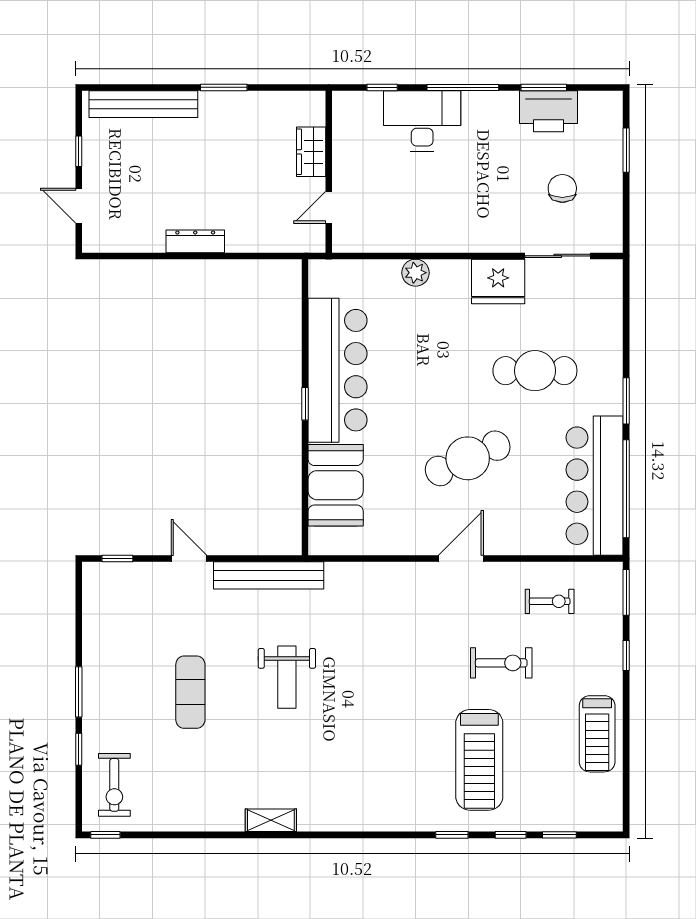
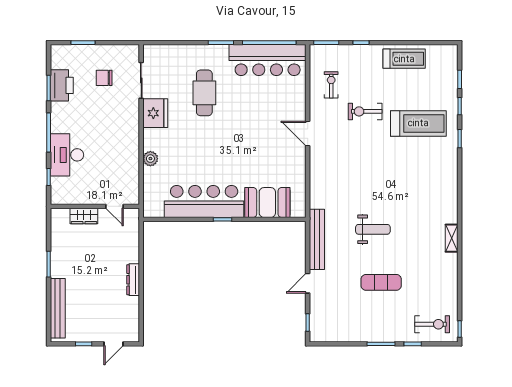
cafe table: (468, 458) -> (253, 130), removed
exercise bike: (501, 663) -> (365, 111), turned -90

